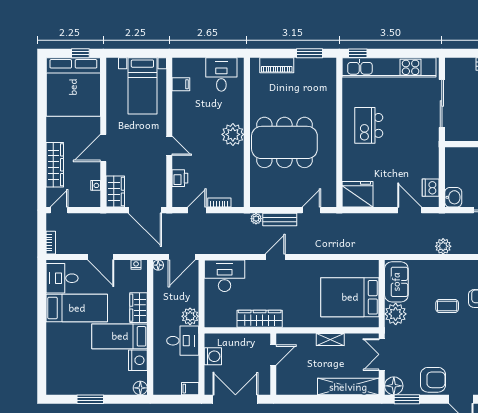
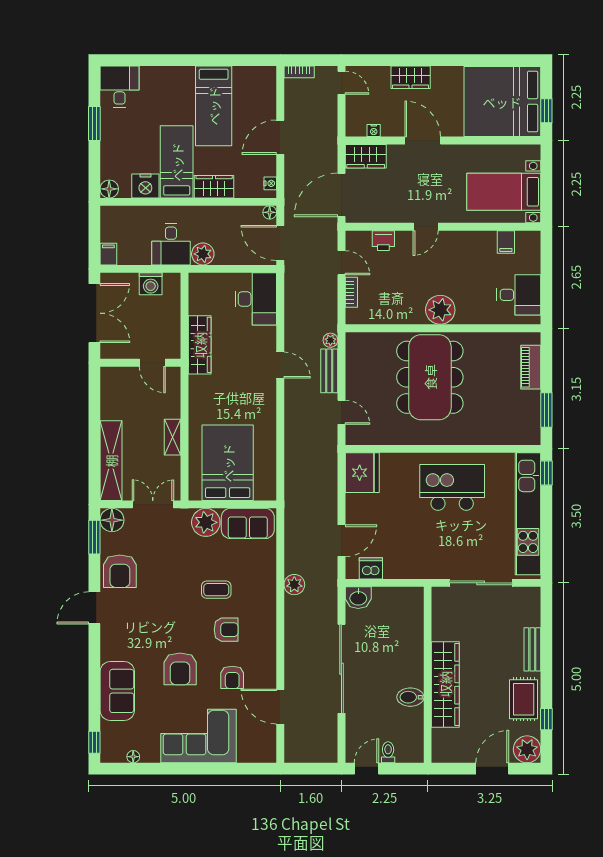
kitchen island: (369, 125) -> (452, 487), width x1.37, depth x1.28
wardrobe: (55, 165) -> (411, 77), width x0.67
desk: (62, 278) -> (120, 87), moved
coffee table: (447, 306) -> (216, 590), turned 90

